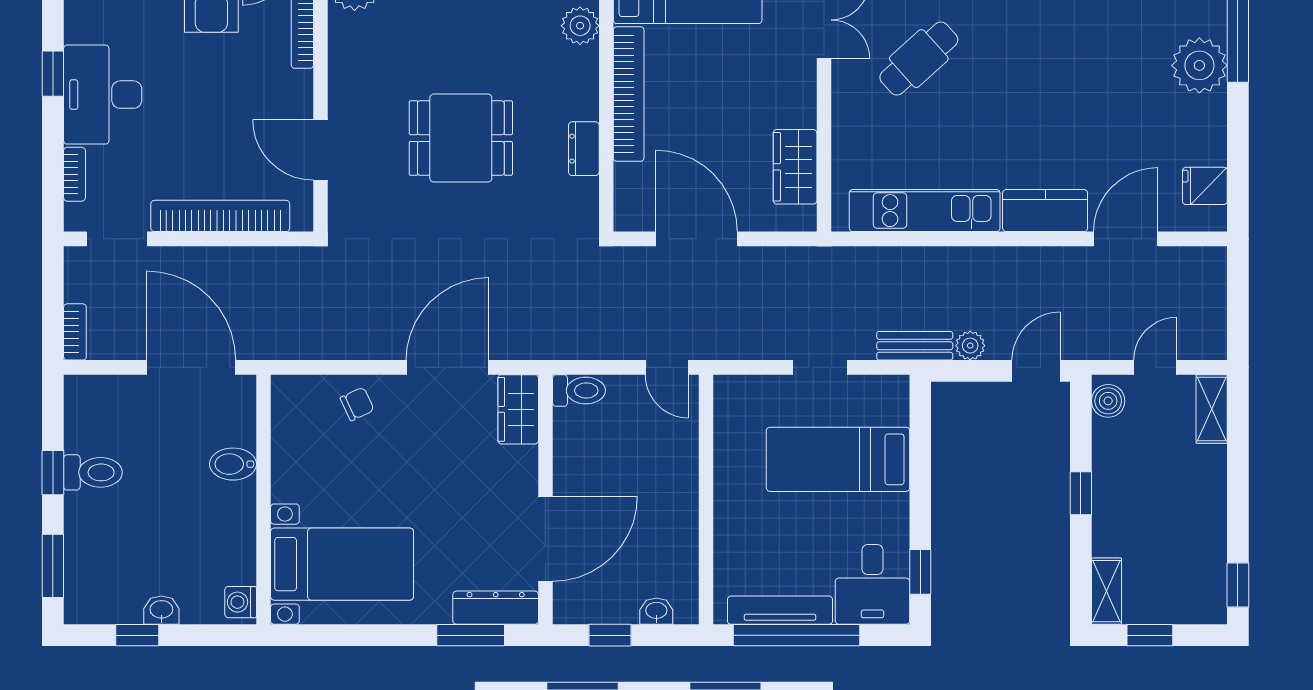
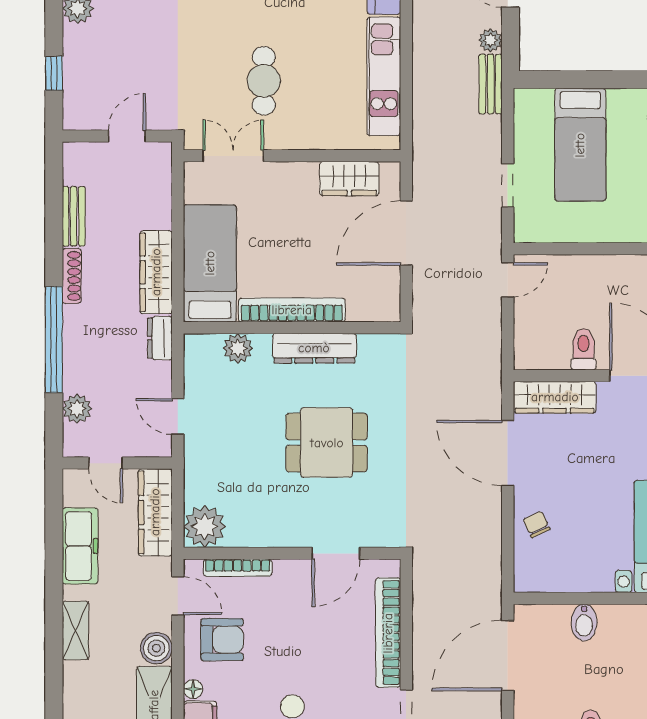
cafe table: (919, 59) -> (264, 81), turned 42
dining table: (461, 138) -> (327, 443), turned 90
dresser: (584, 149) -> (314, 348), width x1.96, depth x1.24
door: (697, 239) -> (406, 233), moved
doorway: (820, 367) -> (508, 185), moved
toilet: (579, 391) -> (584, 349), moved
wardrobe: (518, 409) -> (555, 397), width x1.50

